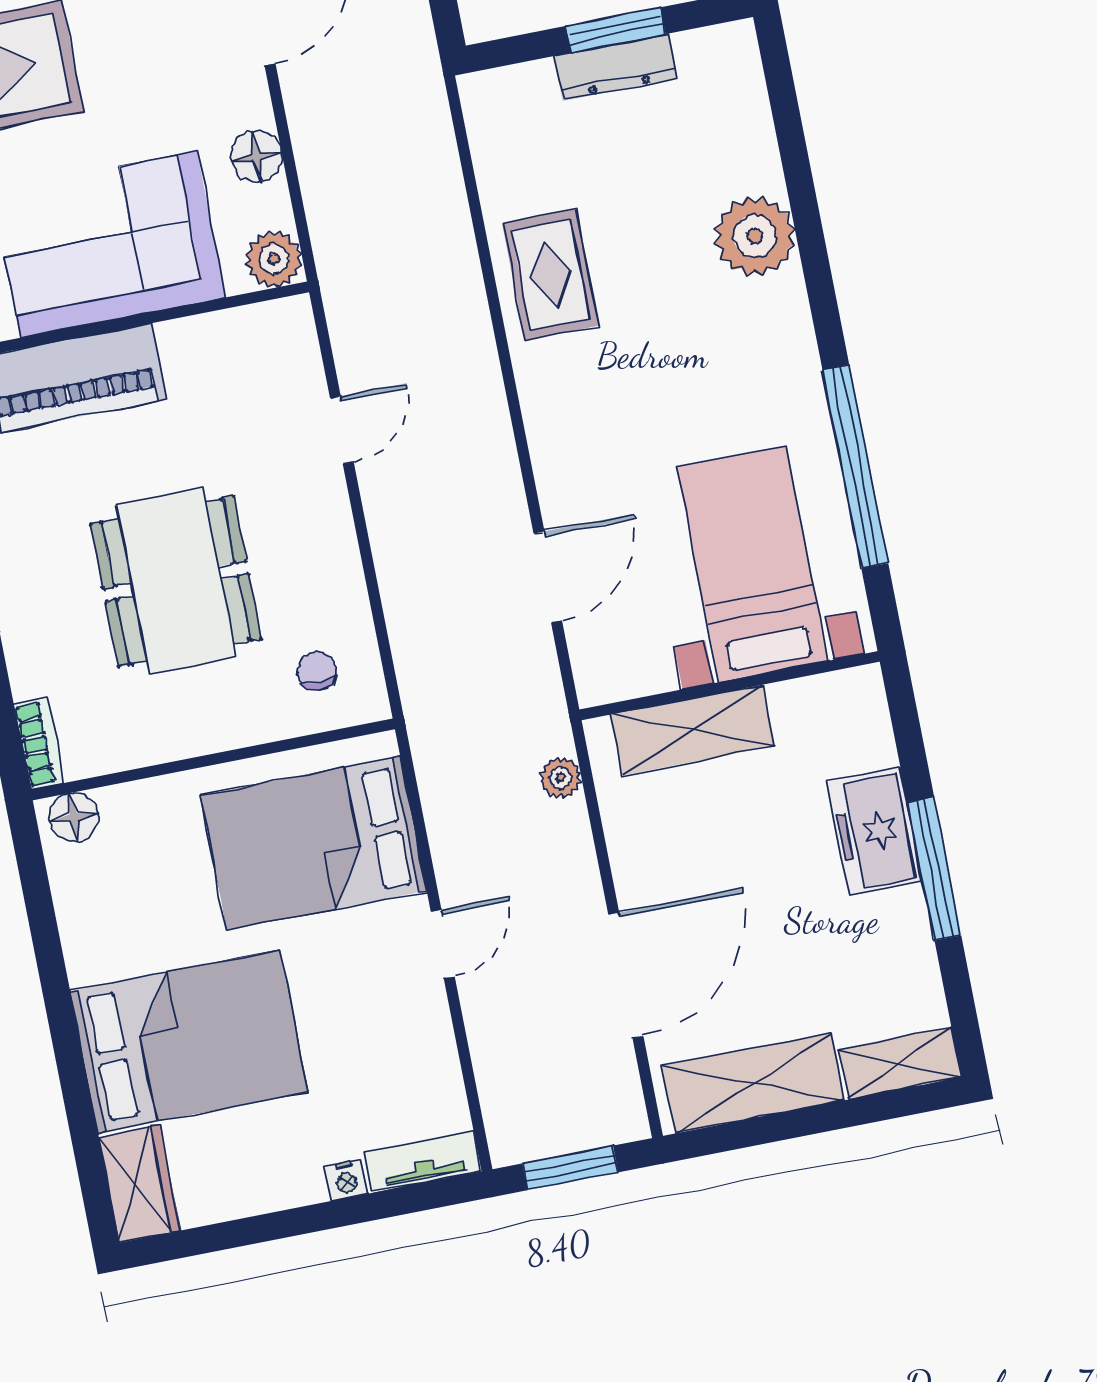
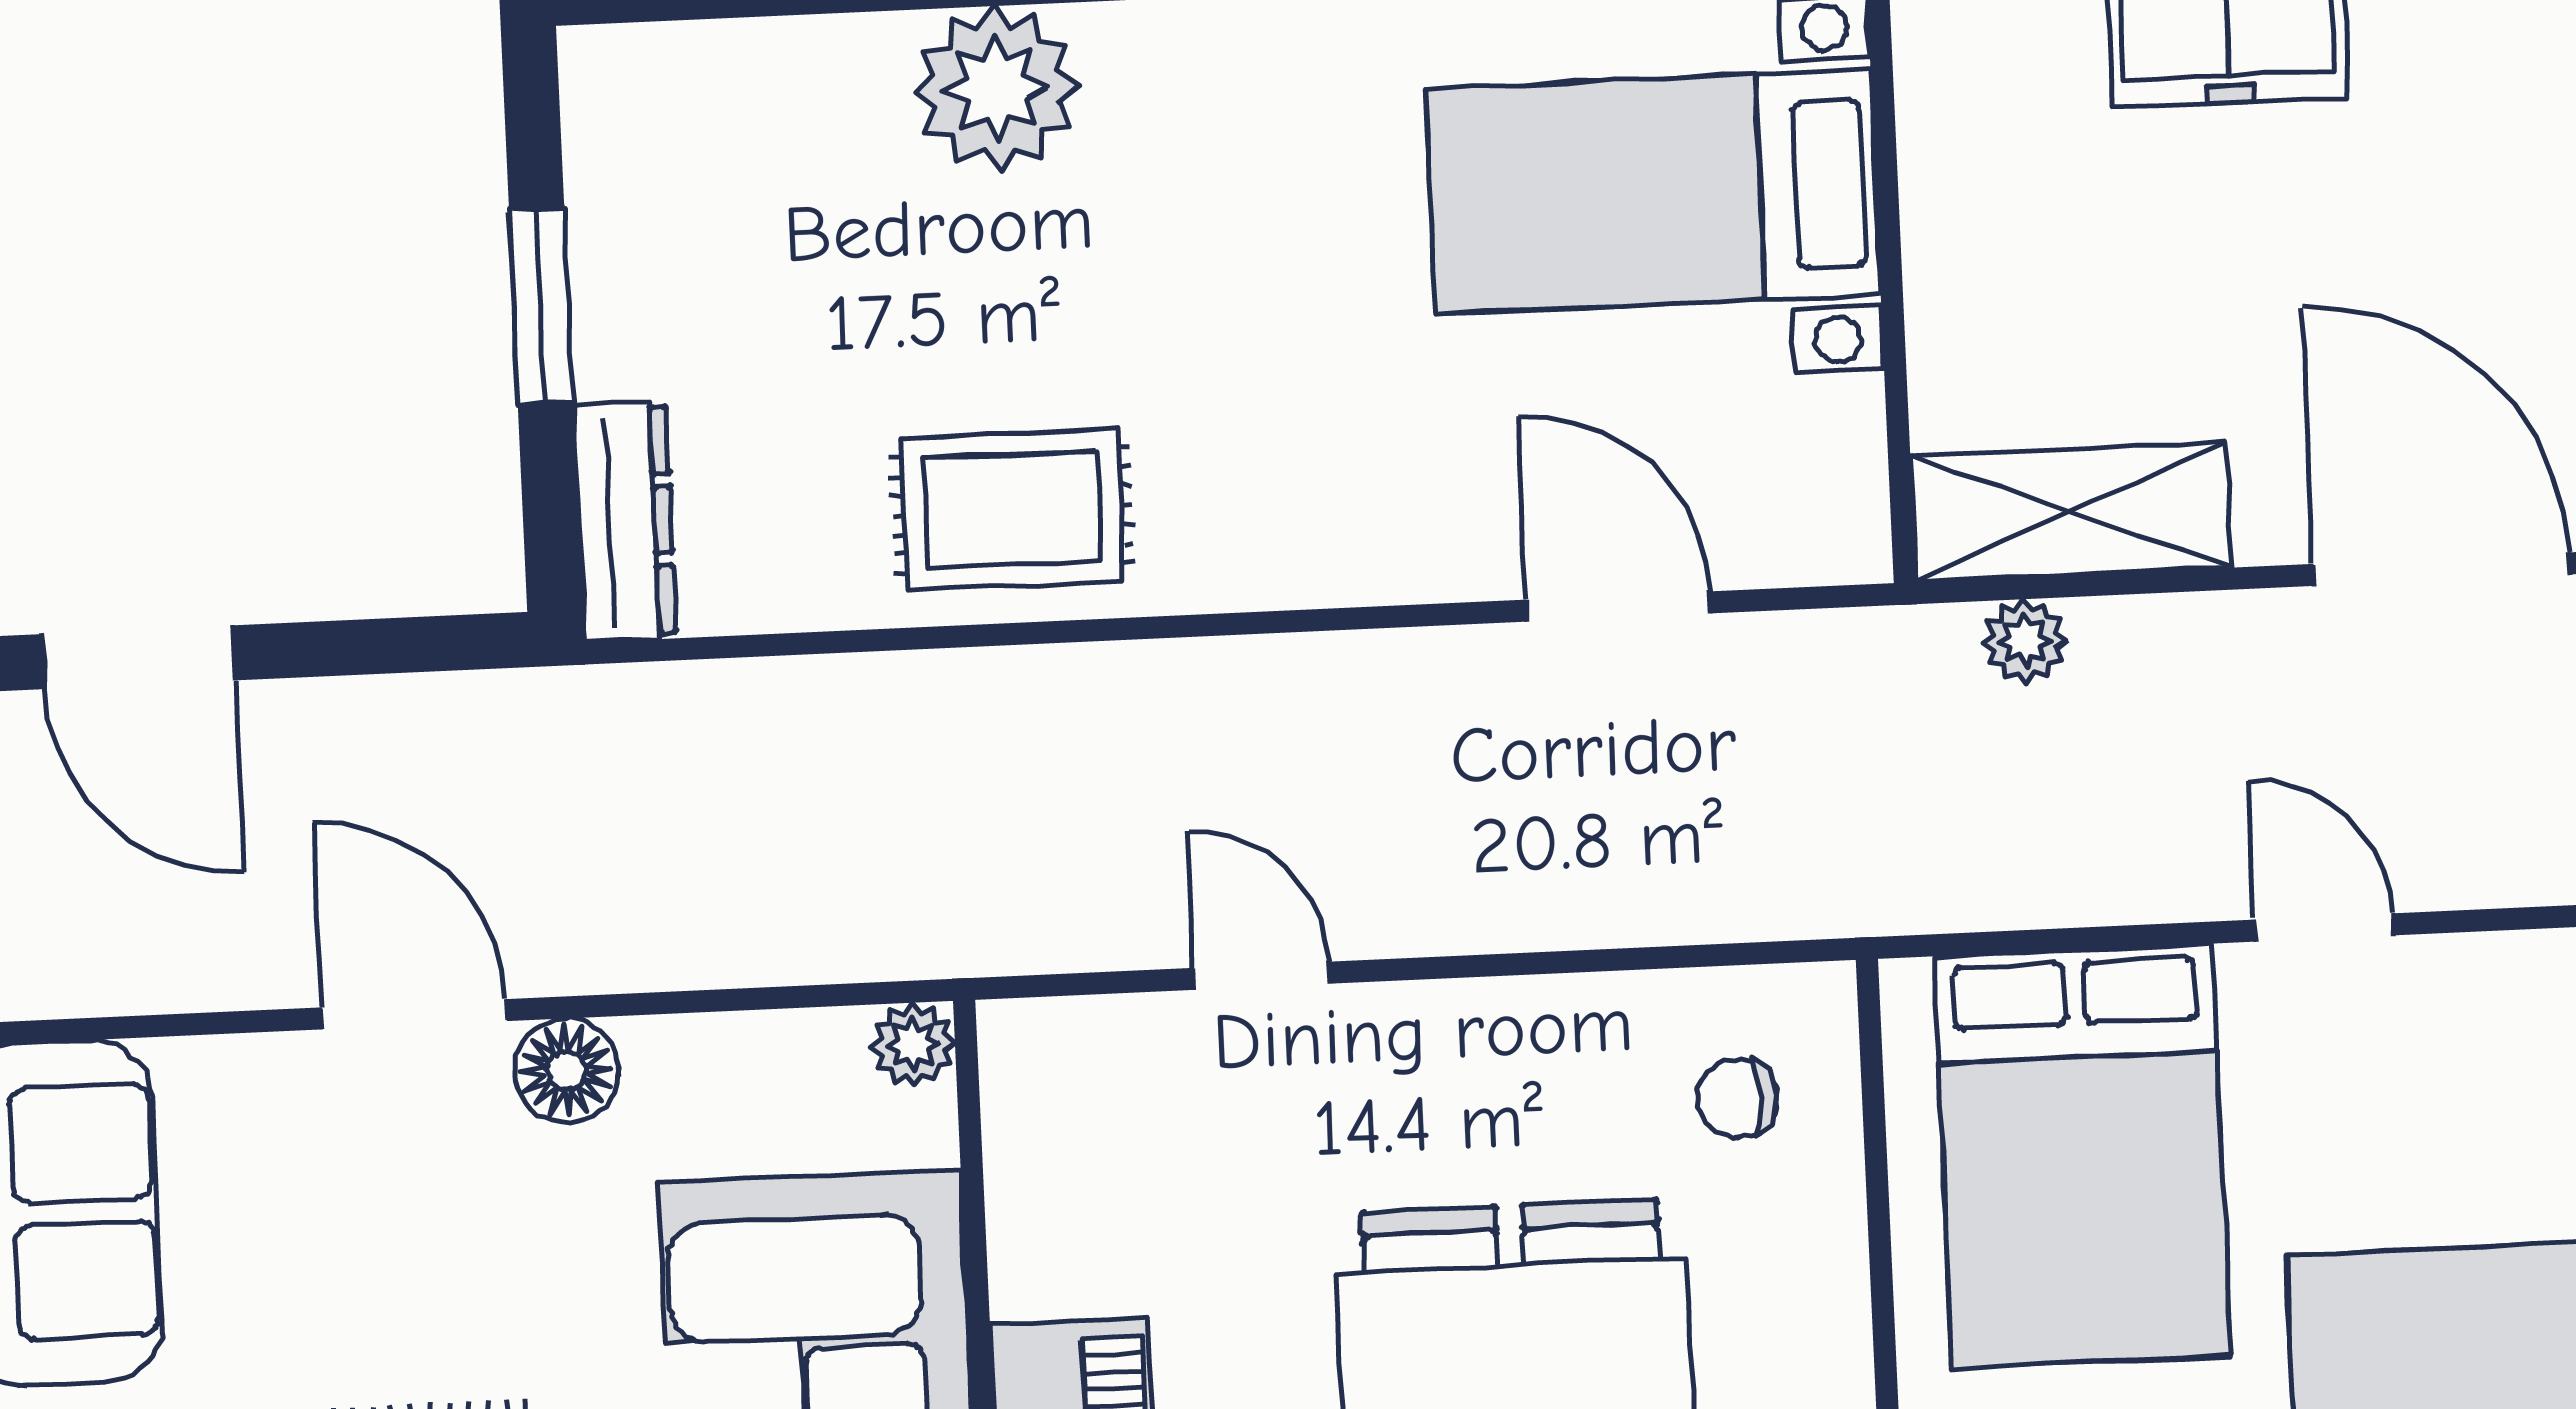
dresser: (616, 67) -> (625, 522), moved
floor lamp: (256, 157) -> (566, 1071), moved
plant: (274, 259) -> (913, 1045), width x0.73, depth x0.73
shelving: (692, 730) -> (2071, 512), moved, turned 90

